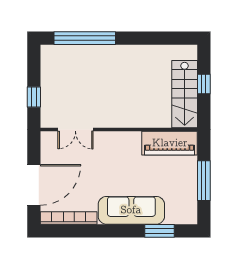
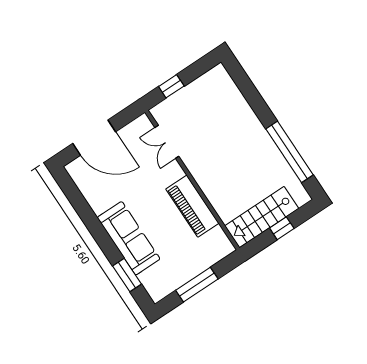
window: (85, 38) -> (289, 152), moved
piano: (170, 143) -> (192, 206), moved
bookcase: (69, 218) -> (85, 188), removed

